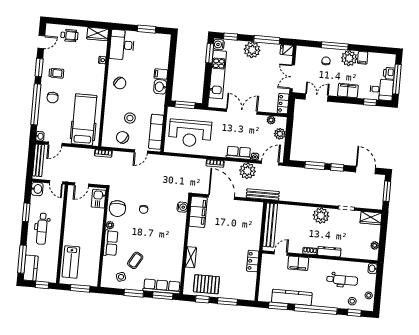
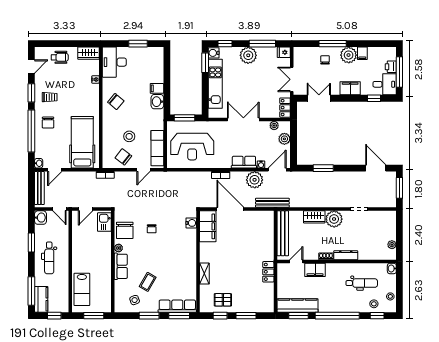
window: (337, 167) -> (346, 168), removed
wardrobe: (371, 218) -> (314, 217), moved
pallet: (206, 284) -> (223, 300), width x0.67, depth x0.71
kitchen counter: (292, 297) -> (298, 305), moved

